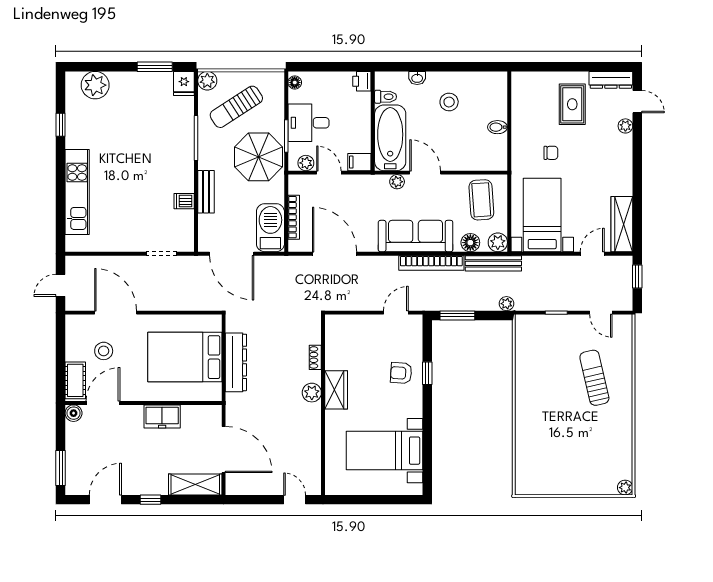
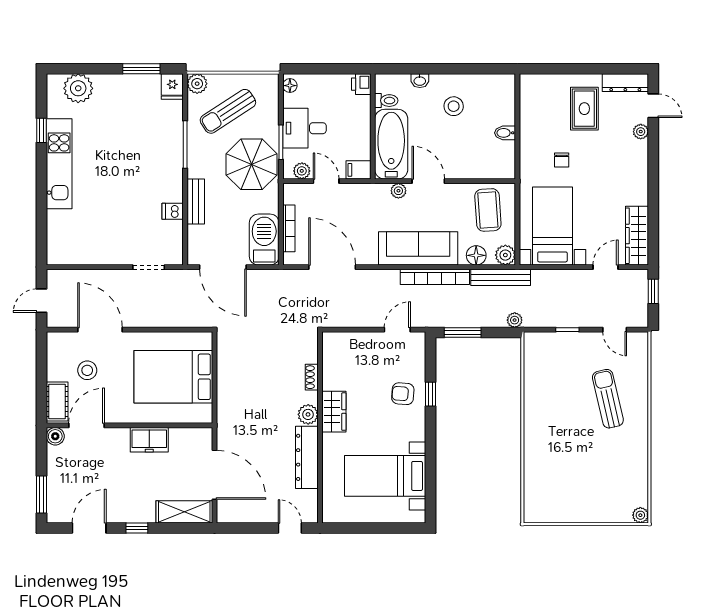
chair: (551, 153) -> (562, 160), turned 90
kitchen unit: (77, 192) -> (59, 164), moved
dresser: (236, 362) -> (307, 457), moved, turned 180

